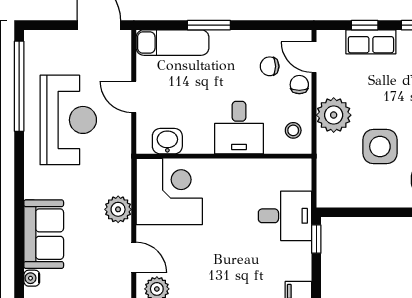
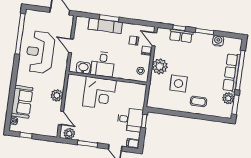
exam couch: (173, 43) -> (105, 26), moved
reception desk: (68, 120) -> (40, 52), turned 180
desk: (239, 128) -> (103, 64), moved
corner desk: (169, 192) -> (99, 93), moved, turned 90
desk: (285, 216) -> (130, 120), moved

